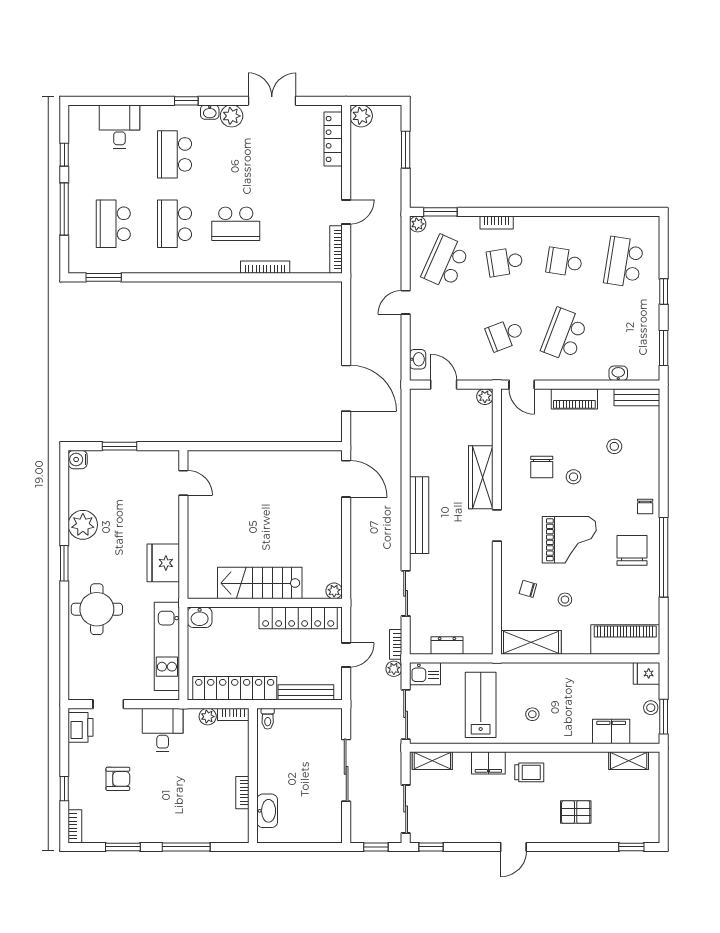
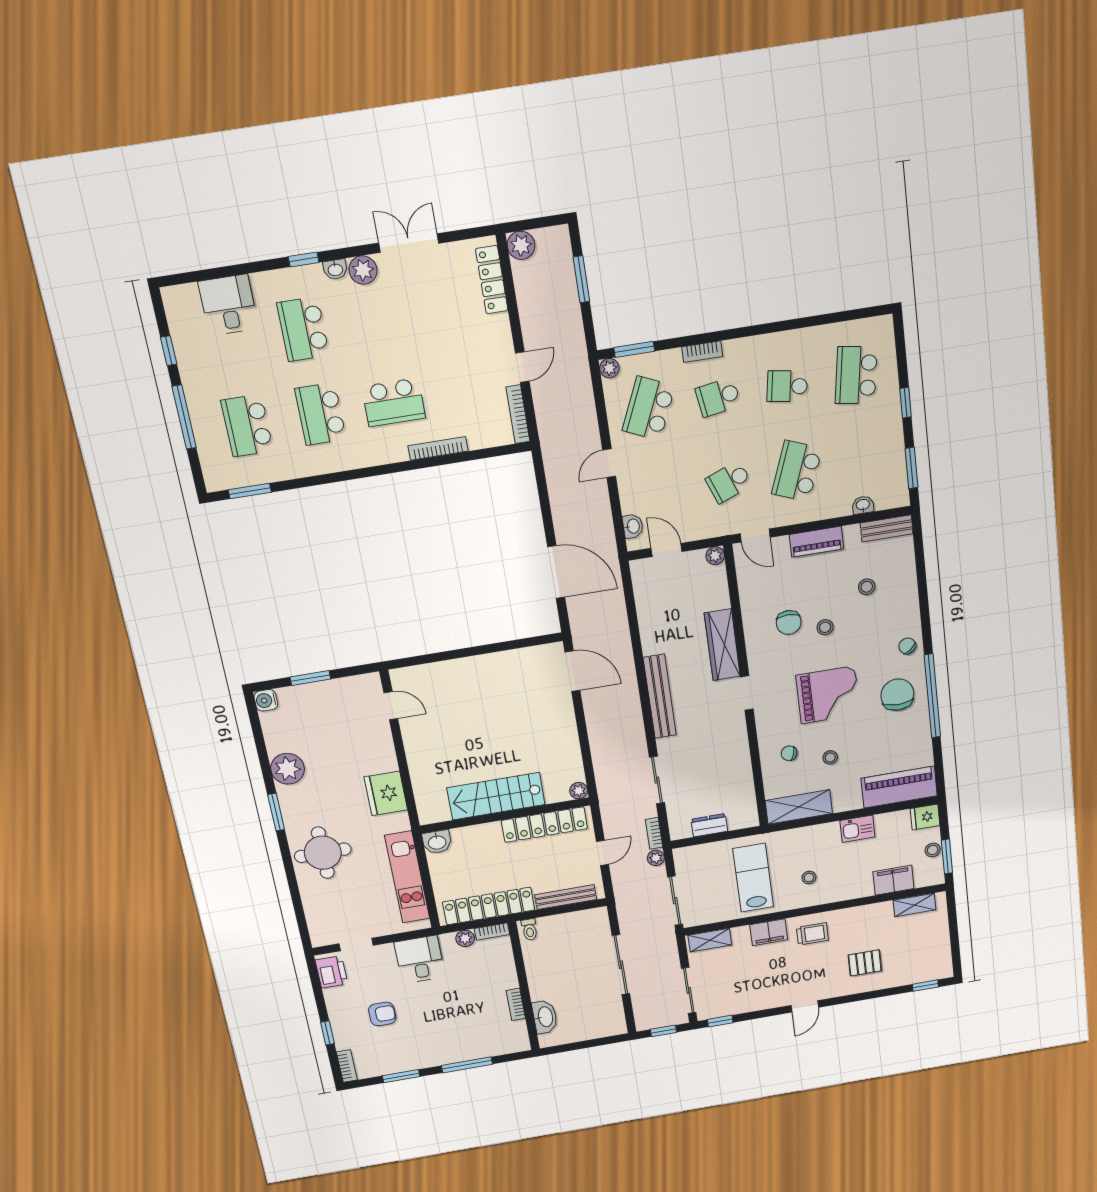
chair: (645, 506) -> (907, 646), turned 141
kitchen sink: (425, 674) -> (857, 829), moved

